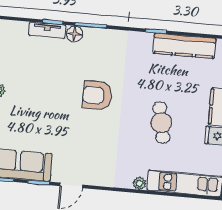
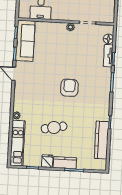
floor lamp: (74, 34) -> (108, 39), moved

